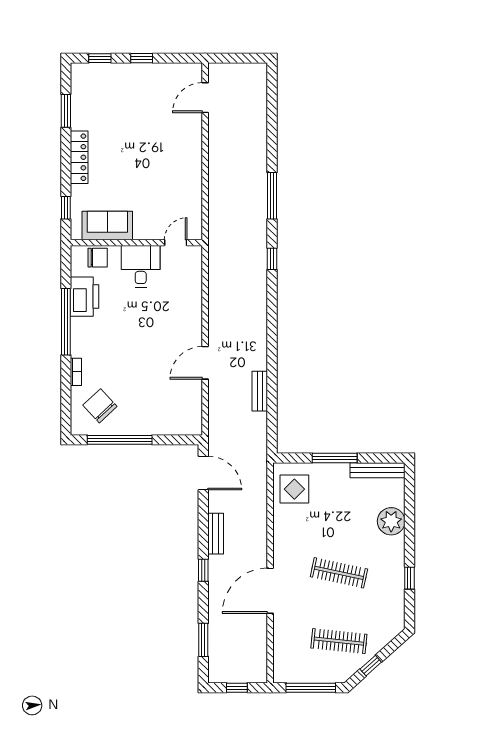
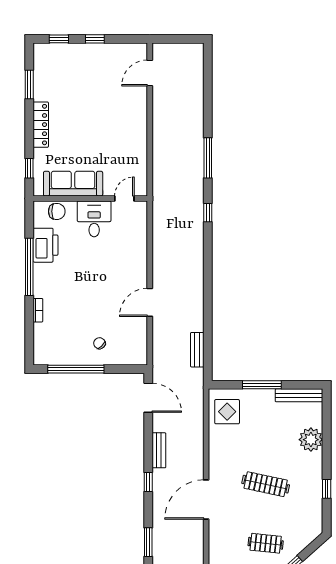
sofa: (107, 226) -> (73, 184), width x1.36
bench: (260, 391) -> (197, 350), moved
chair: (100, 406) -> (99, 343), moved, width x0.54, depth x0.54
clothes rail: (339, 641) -> (266, 543), width x0.73

